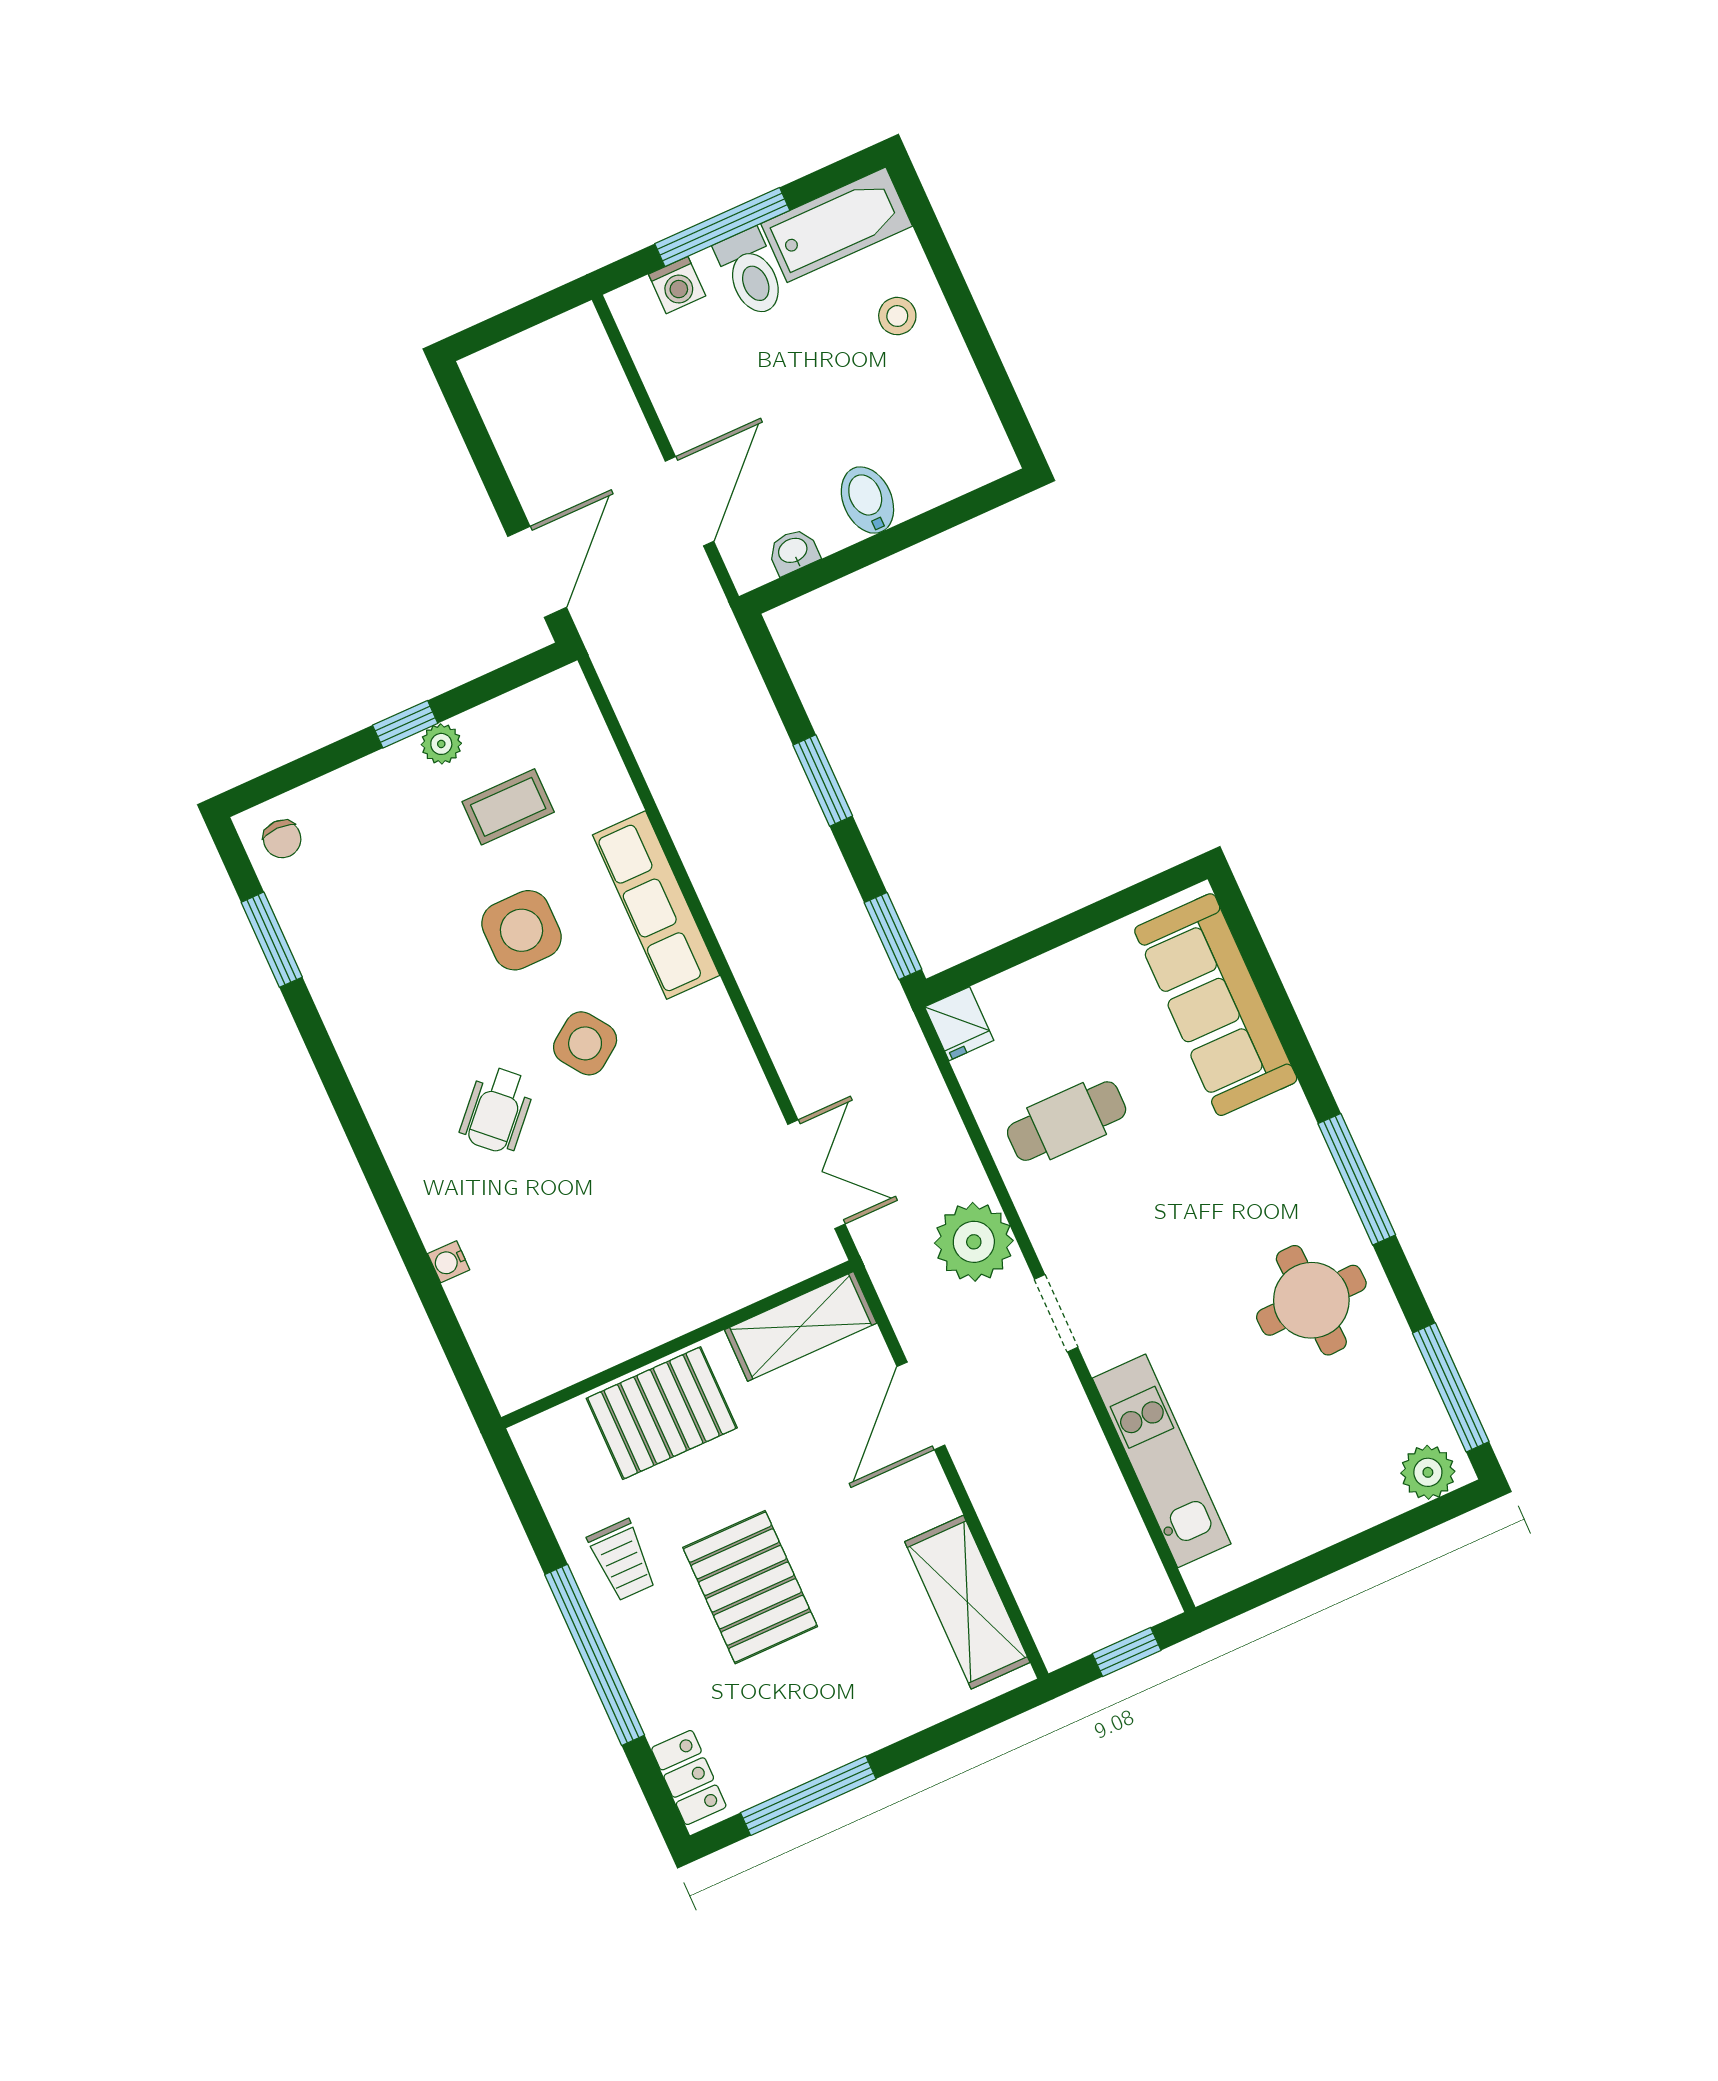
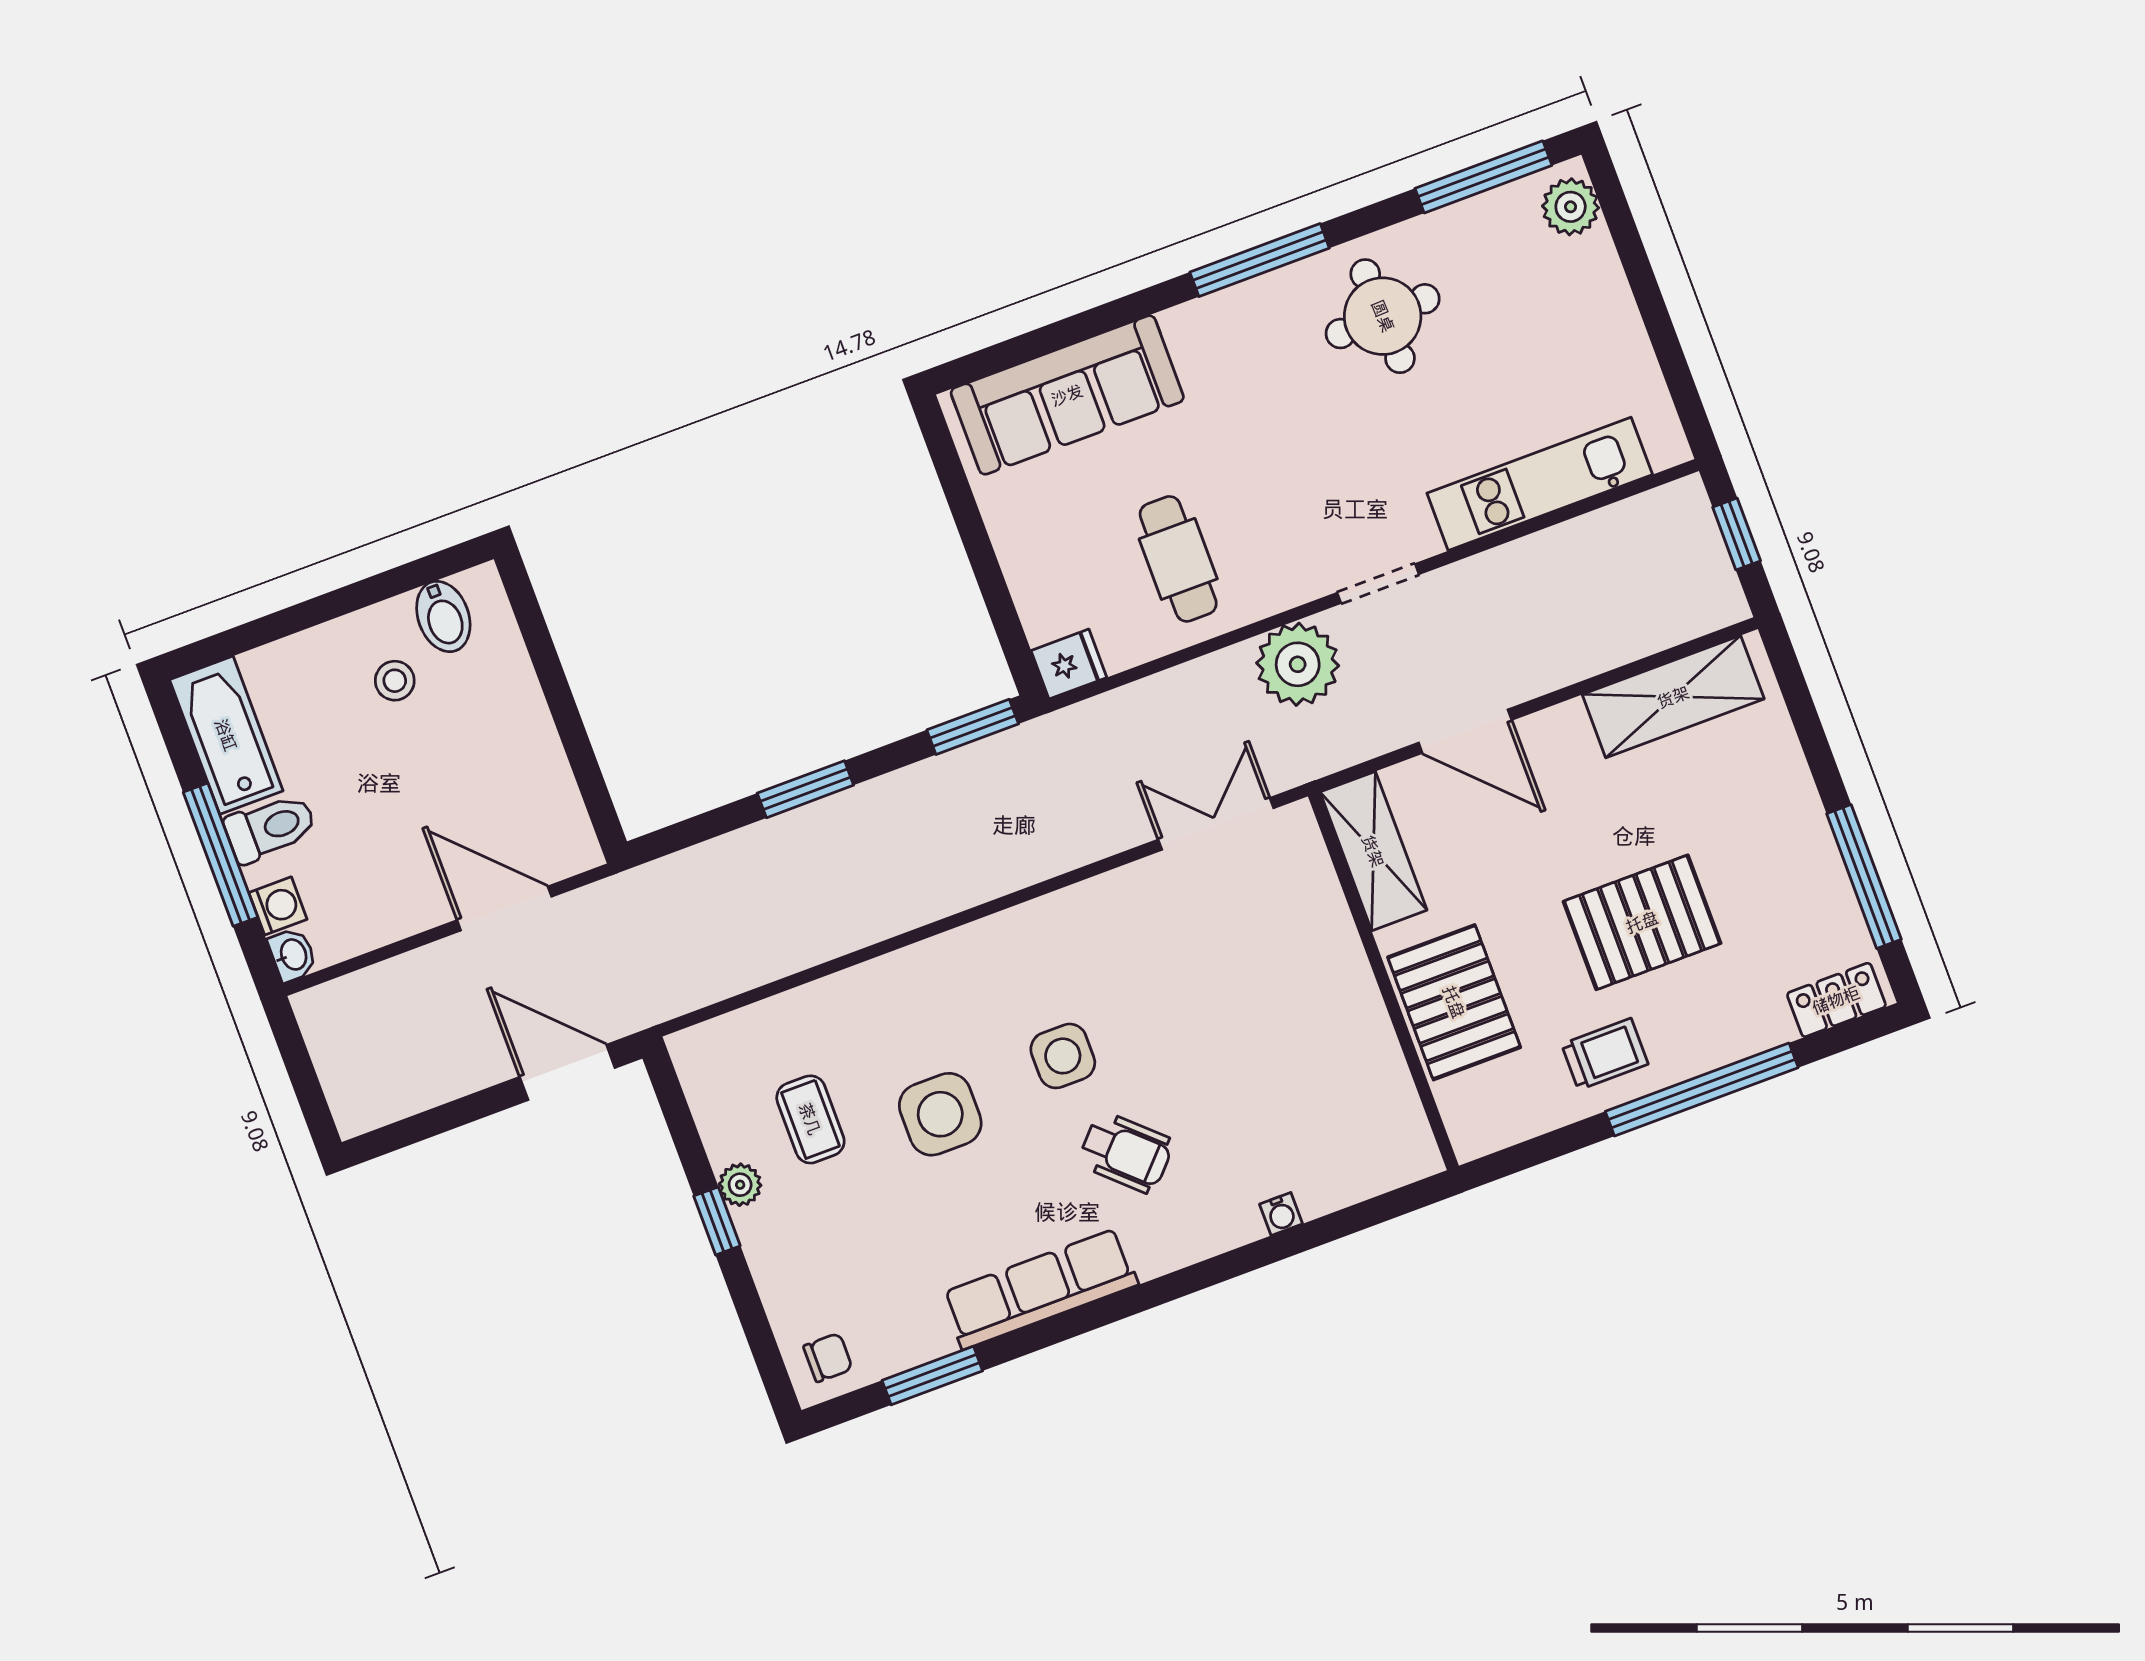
stool: (897, 316) -> (395, 681), moved
bidet: (867, 500) -> (443, 617), moved, turned -90
washbasin: (793, 551) -> (293, 955), moved, turned 180
row of seats: (656, 905) -> (1040, 1289), moved, turned 180
side table: (585, 1043) -> (1063, 1056), turned 35

